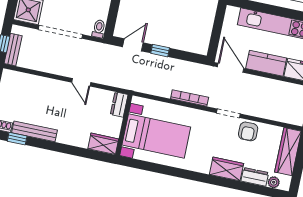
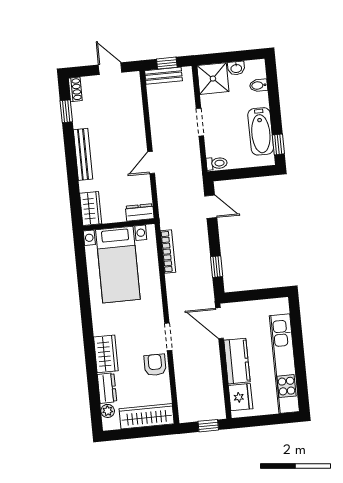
doorway: (61, 32) -> (200, 122), width x0.53
window: (160, 51) -> (217, 267), moved
door: (231, 68) -> (220, 323), swing flipped
bookcase: (190, 98) -> (168, 251), moved
bench: (34, 131) -> (83, 154), moved
armchair: (248, 131) -> (155, 365), turned 90

